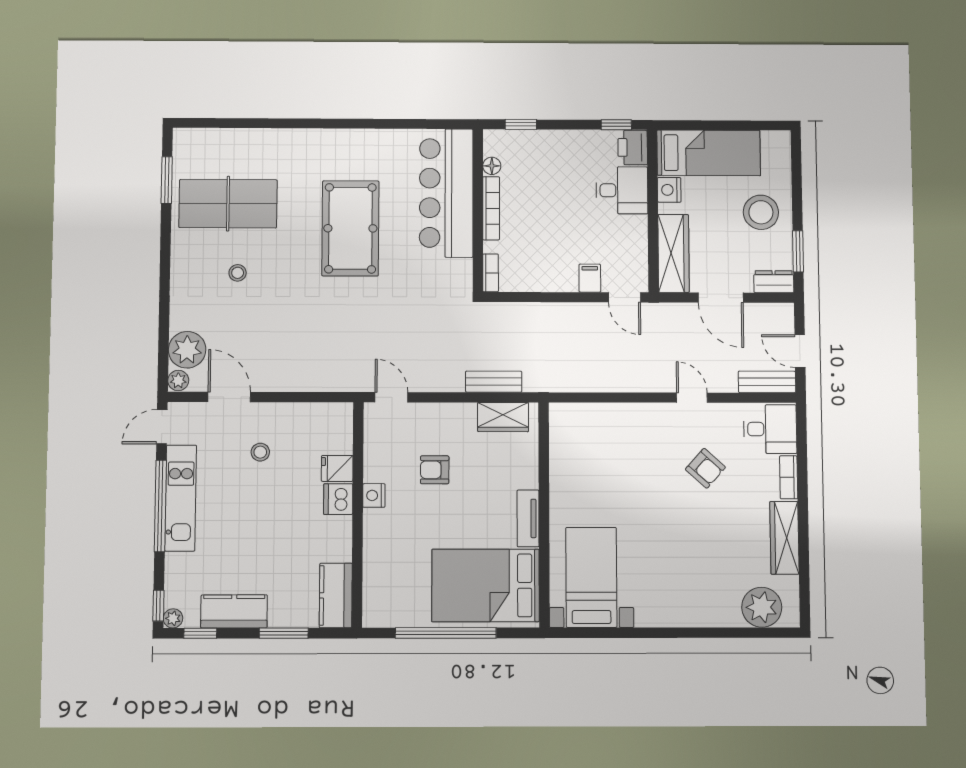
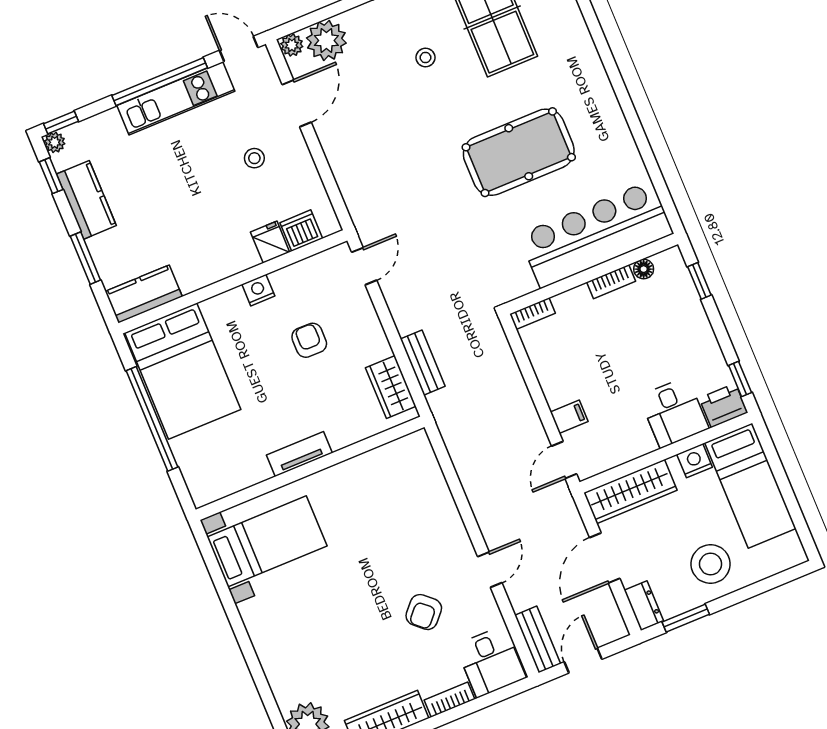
bookcase: (491, 208) -> (611, 282), width x0.64
dishwasher: (338, 499) -> (301, 231), moved
bed: (486, 585) -> (183, 371), moved, turned 180

